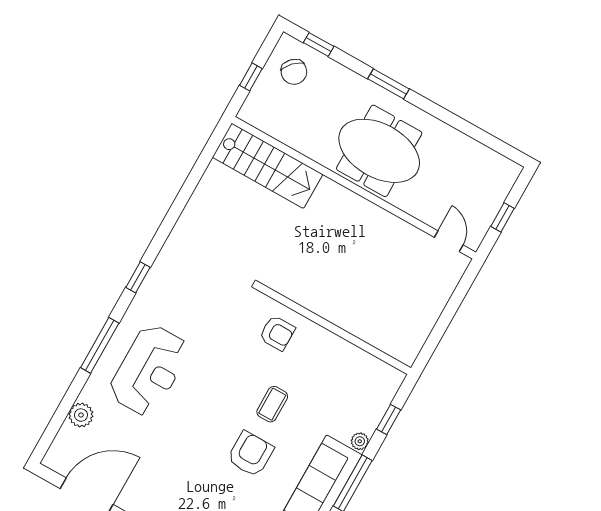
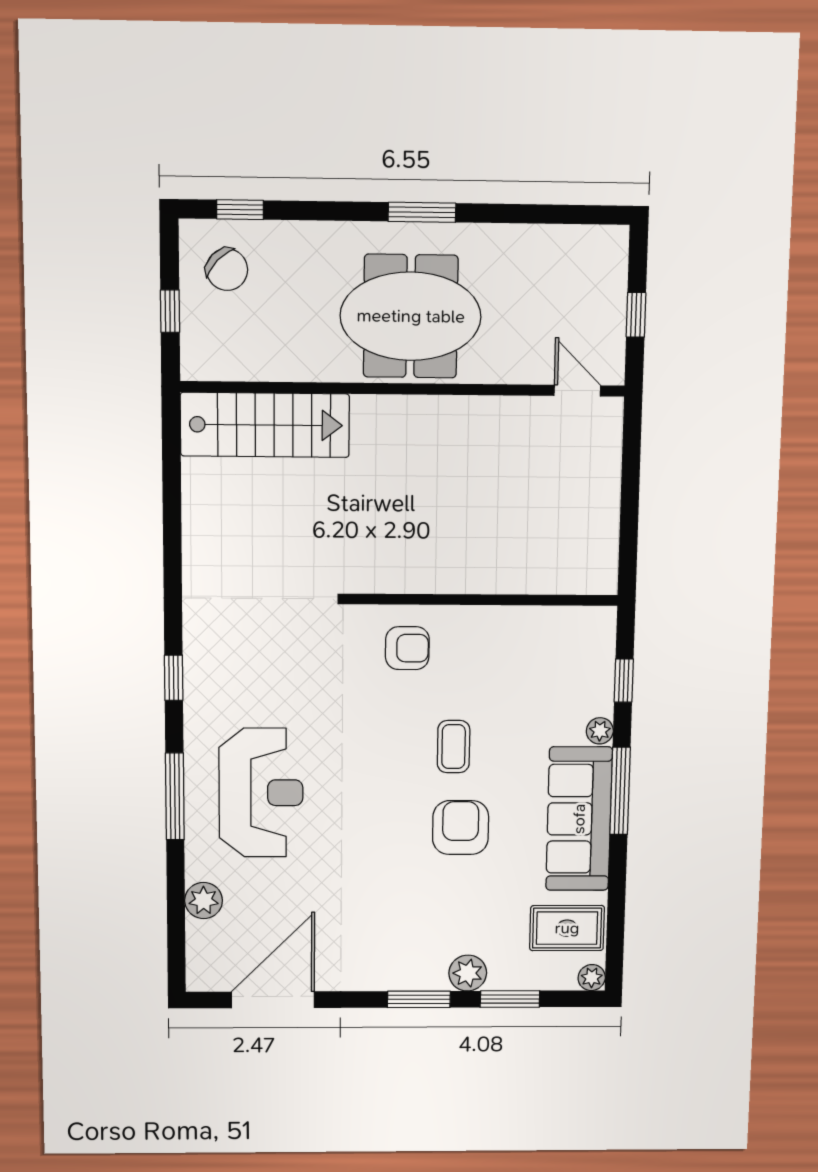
window: (389, 84) -> (422, 212), moved

